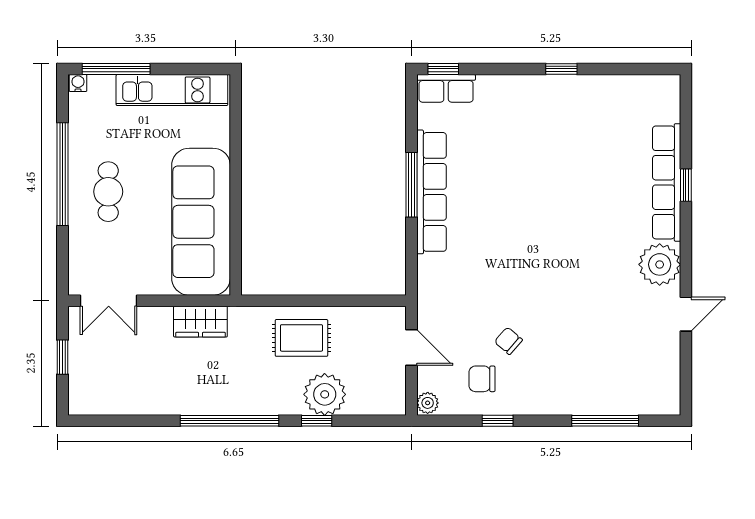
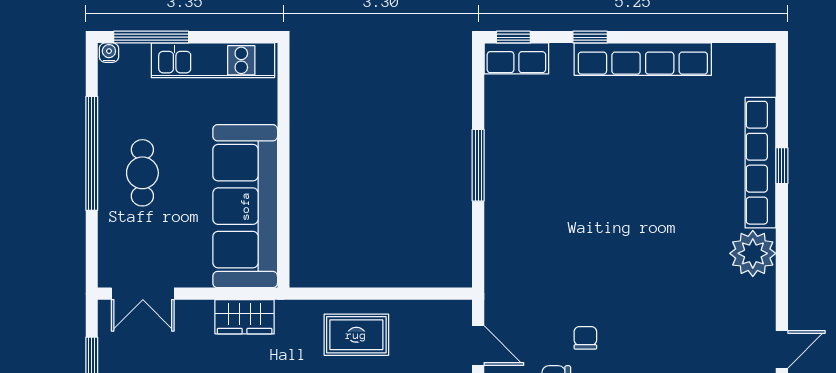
window: (561, 69) -> (590, 37), moved
row of seats: (432, 192) -> (643, 59), moved, turned 90
door: (686, 314) -> (782, 349), moved
chair: (508, 341) -> (585, 338), turned 49

